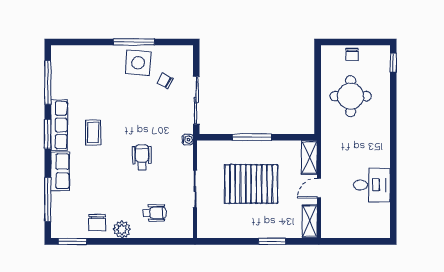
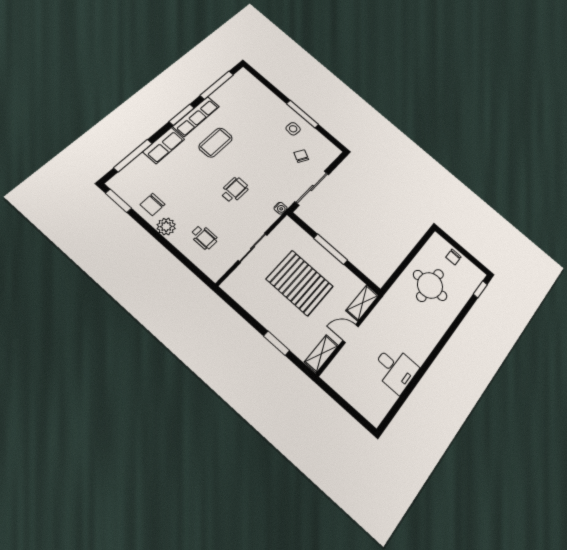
side table: (138, 63) -> (293, 129), width x0.54, depth x0.54
coffee table: (93, 132) -> (216, 143), width x1.36, depth x1.30

